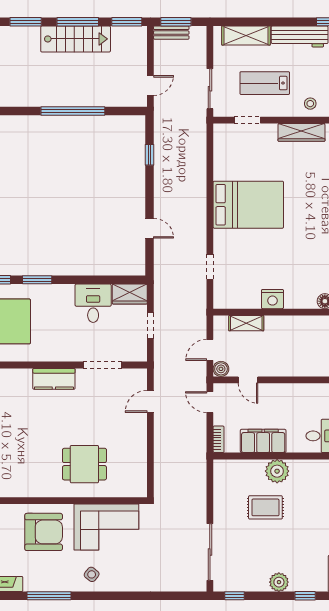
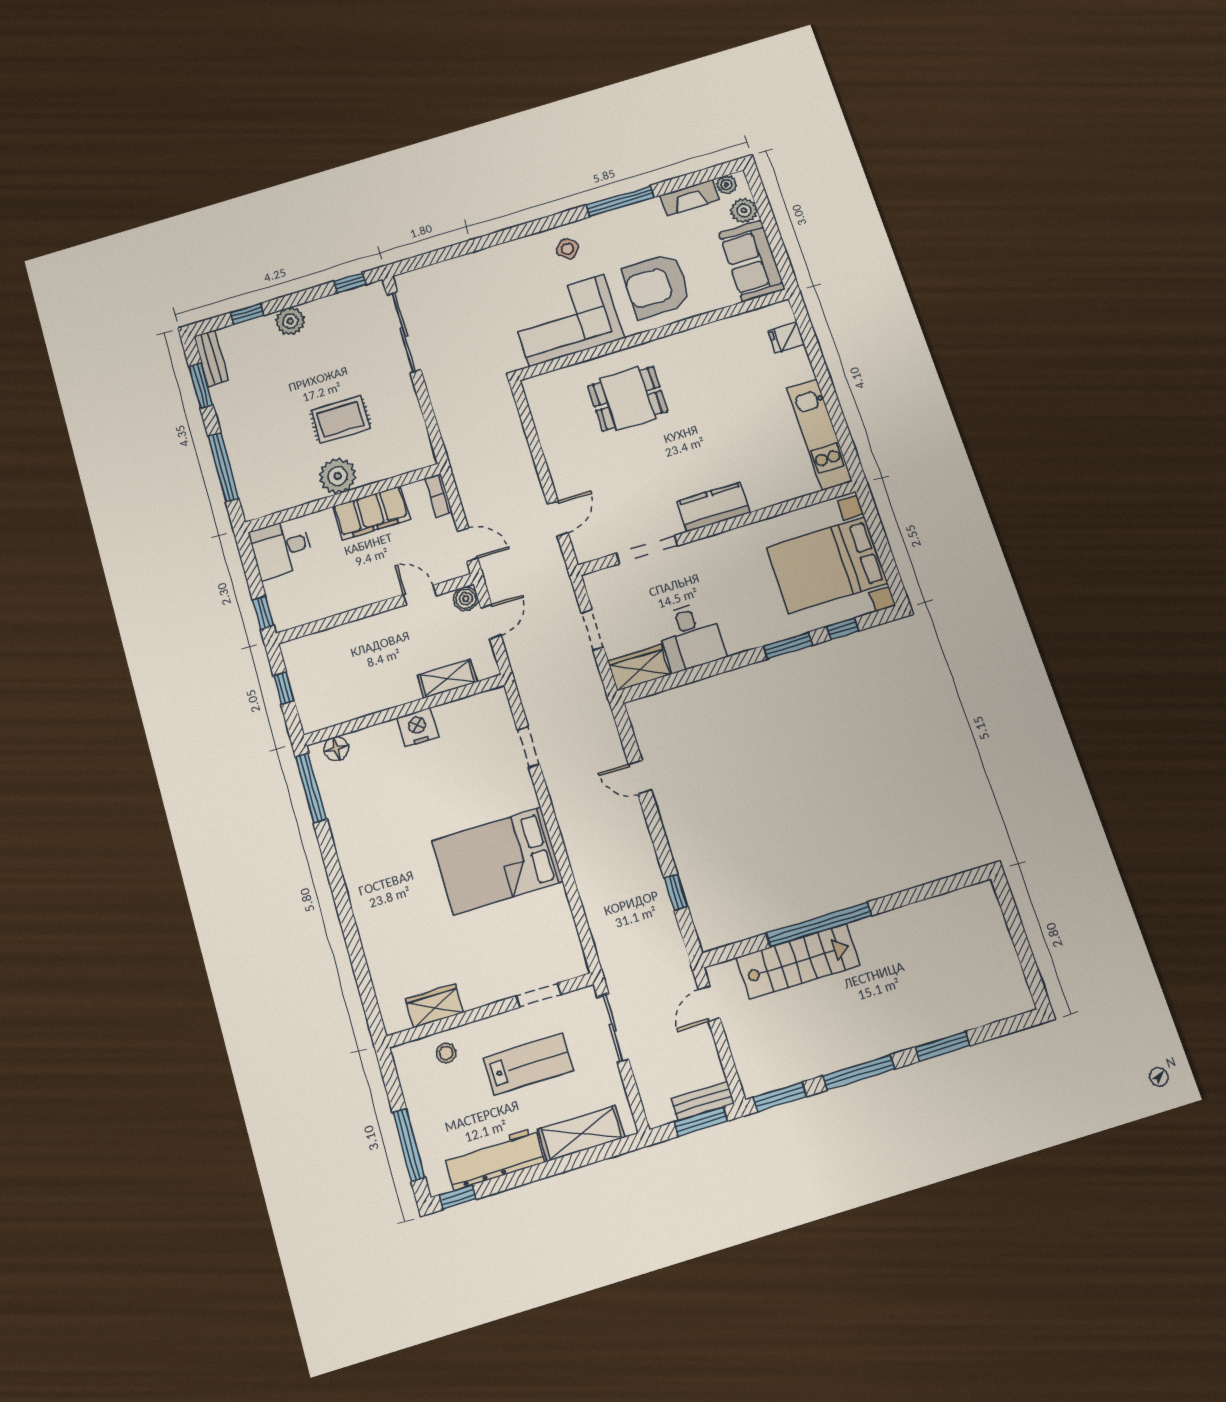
stairs: (76, 39) -> (798, 962), moved, turned 180
wardrobe: (301, 132) -> (435, 1006), width x0.67

